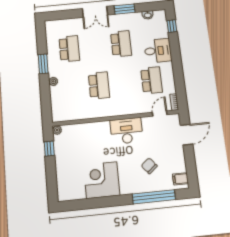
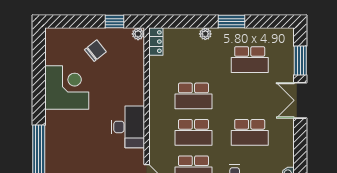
window: (125, 9) -> (300, 60), moved
school desk: (125, 83) -> (193, 132), added
locker: (62, 116) -> (156, 42), added
chair: (149, 166) -> (95, 51), moved

